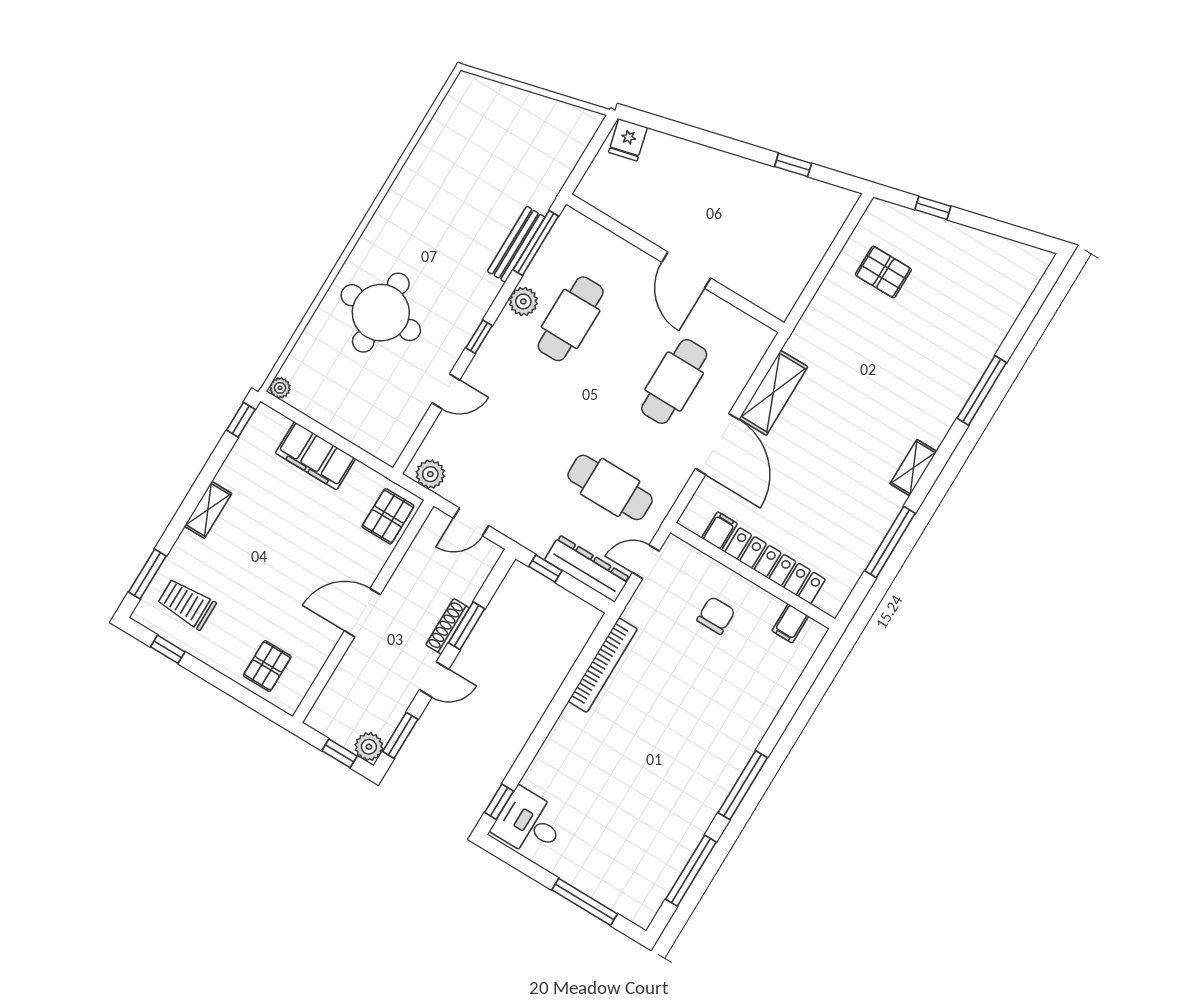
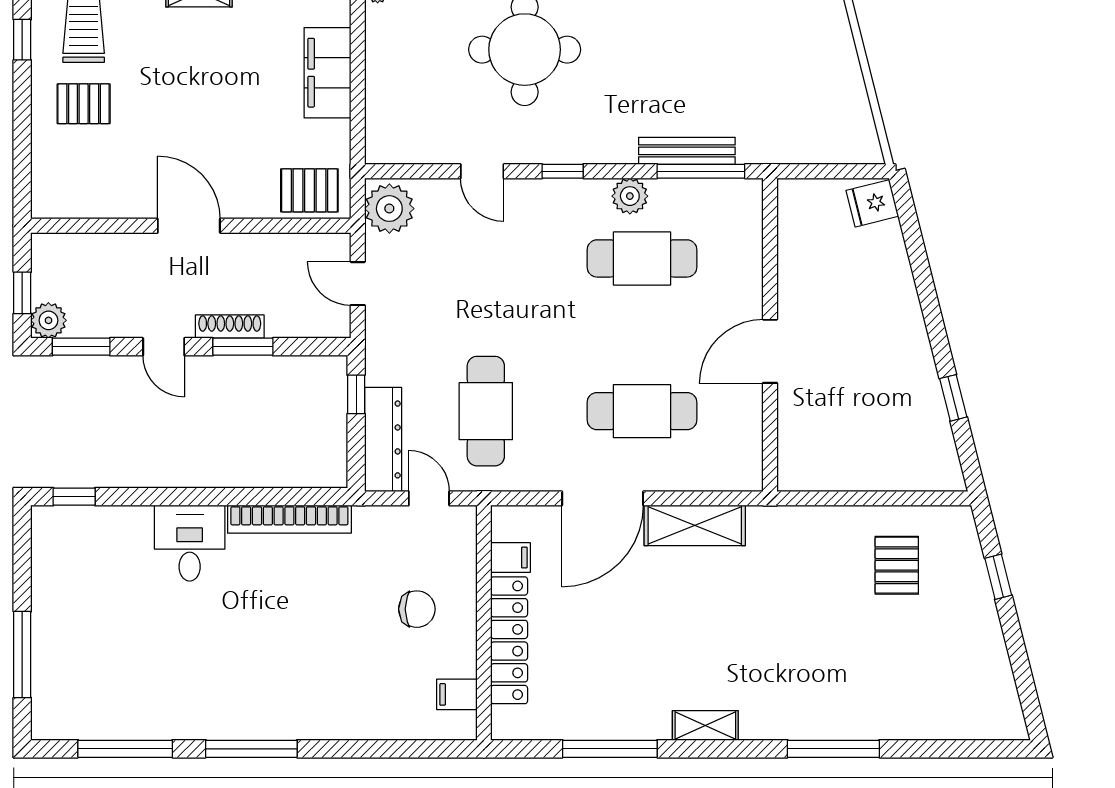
plant: (430, 474) -> (389, 209), width x1.36, depth x1.36
pallet: (267, 666) -> (84, 104), moved
desk: (529, 823) -> (190, 543), moved

